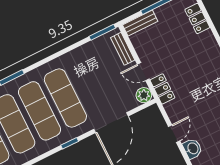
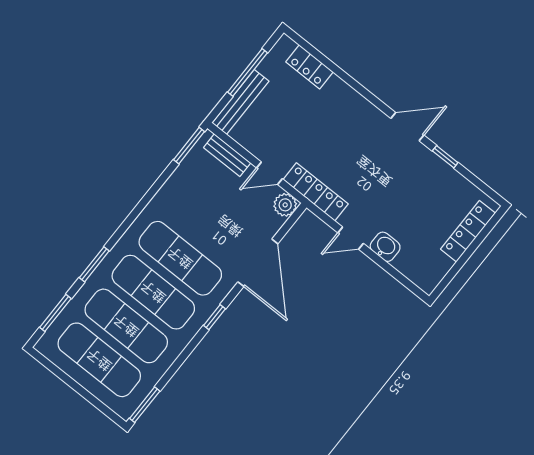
bench: (140, 23) -> (240, 102), width x1.36
locker: (162, 89) -> (316, 192), width x1.53
door: (174, 134) -> (351, 238), swing flipped

